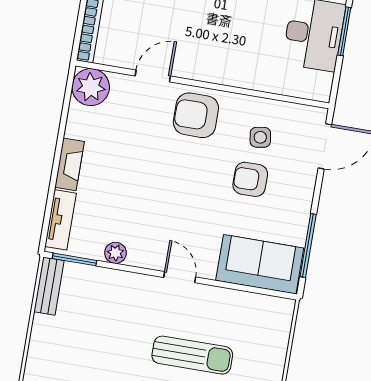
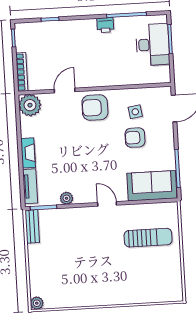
sun lounger: (192, 355) -> (148, 238), moved

